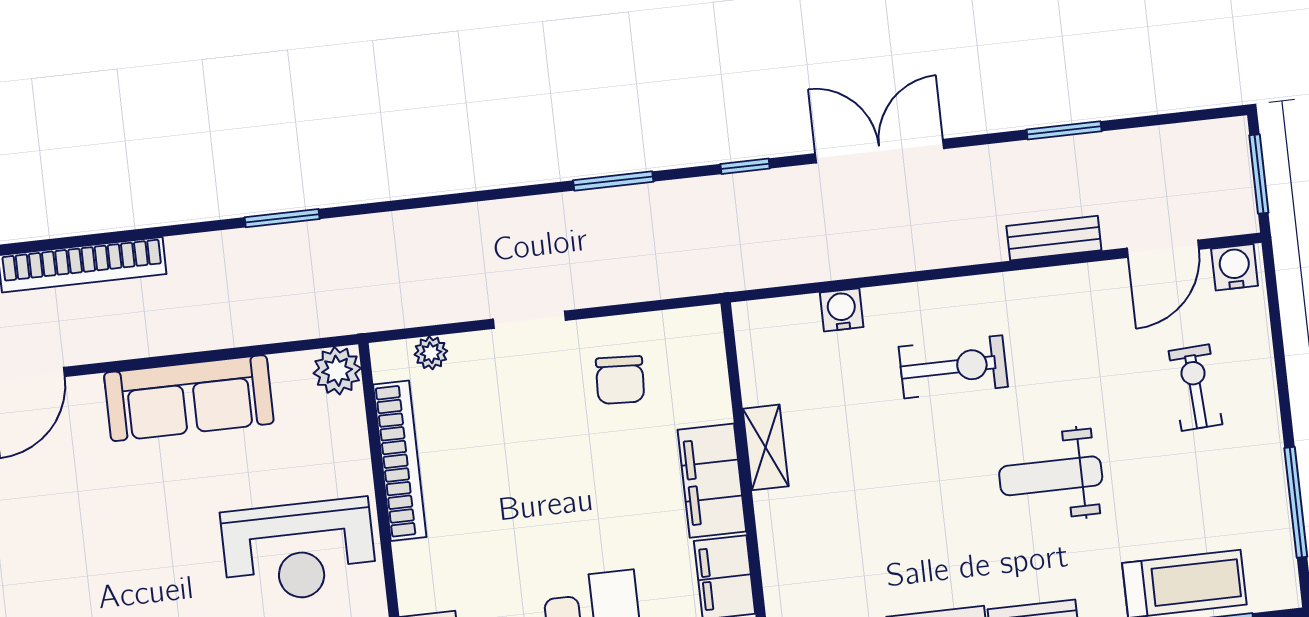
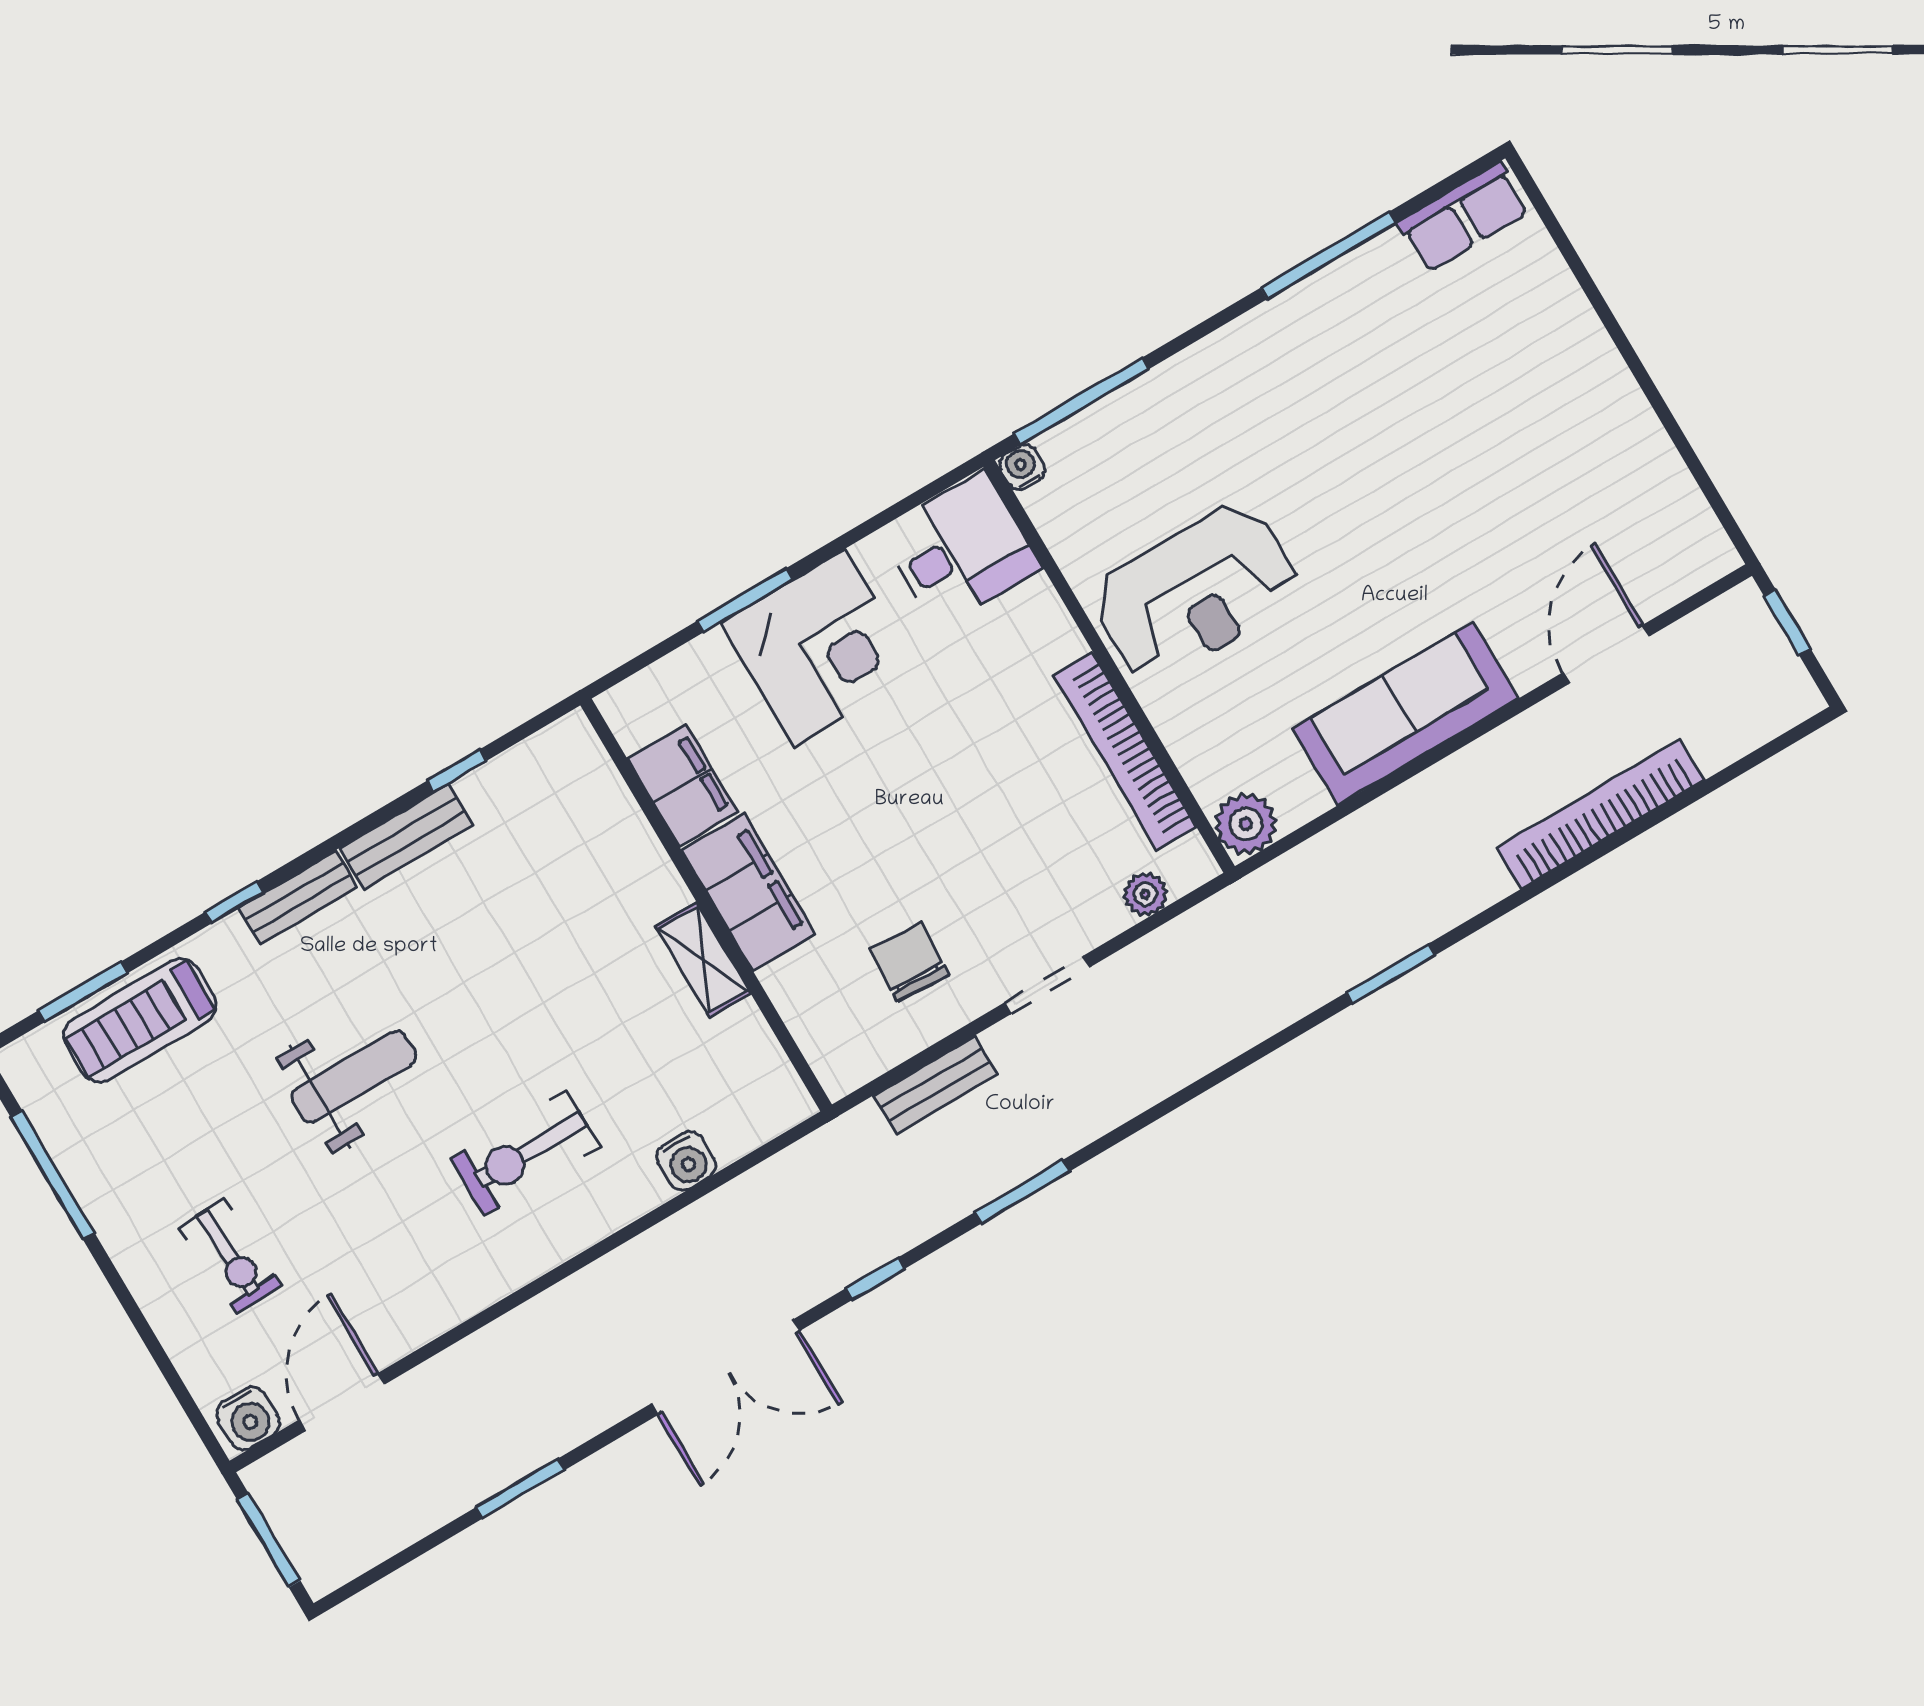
bench: (1054, 238) -> (935, 1085), moved
reception desk: (299, 551) -> (1196, 593), turned 180

